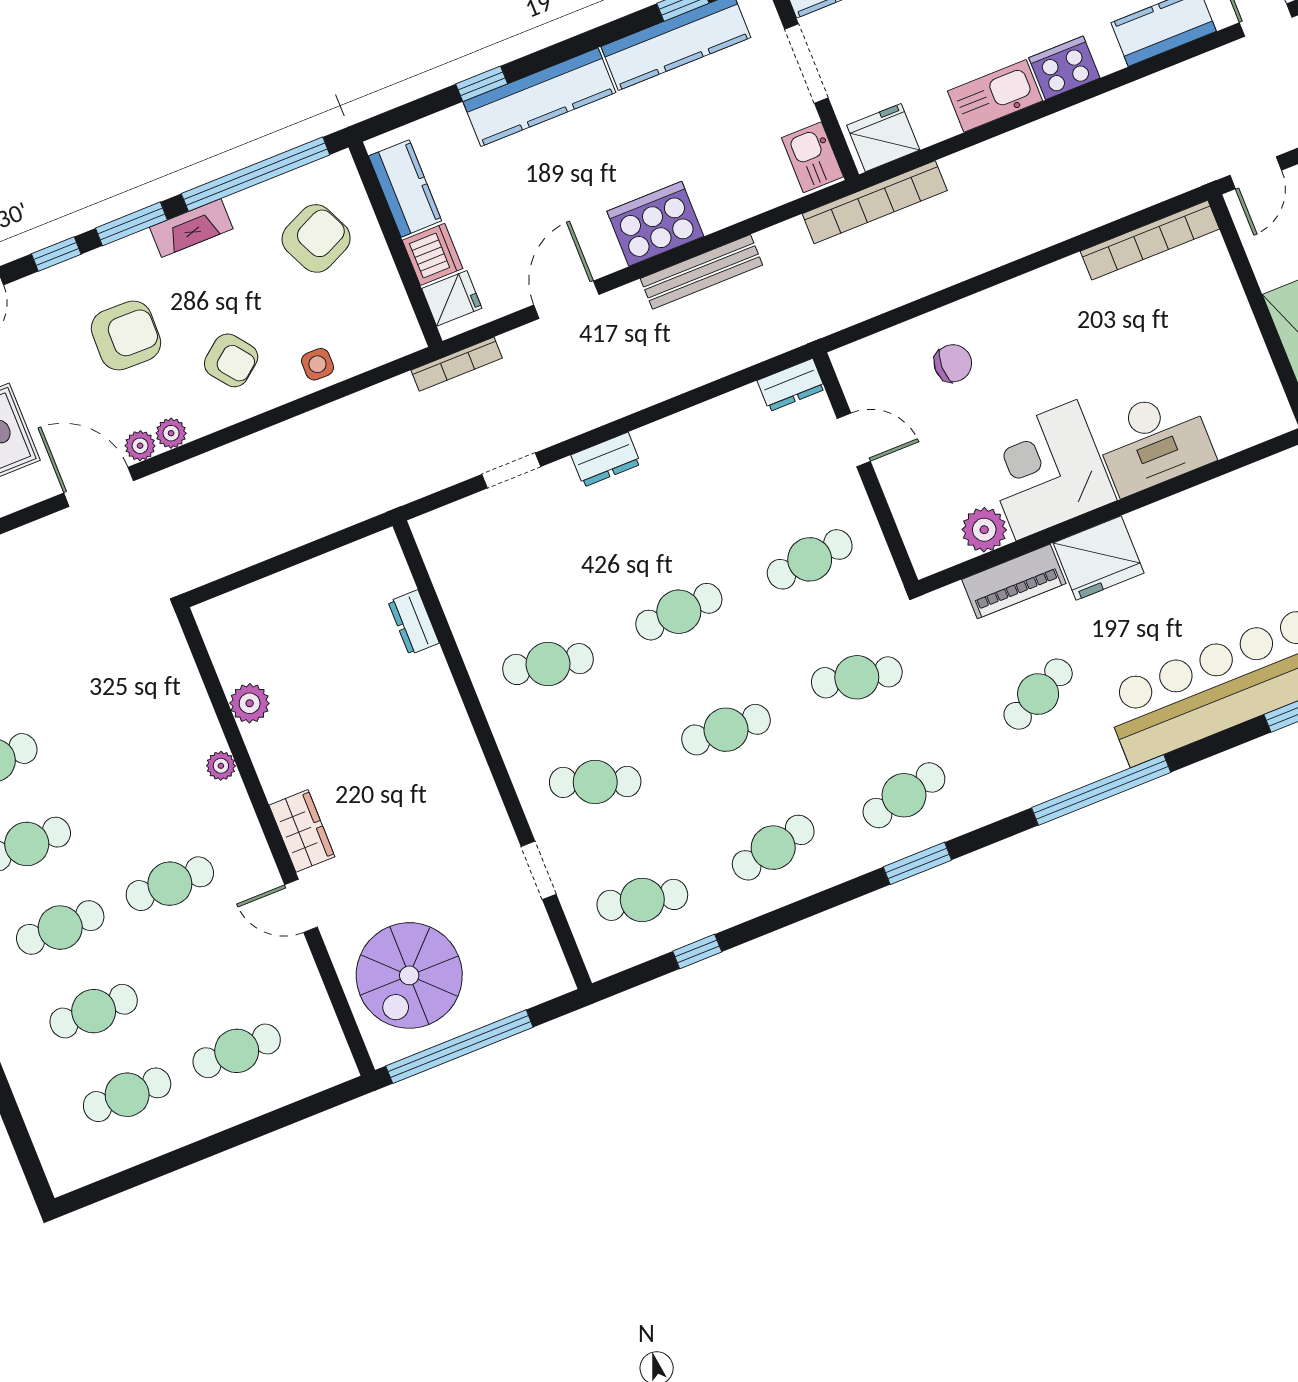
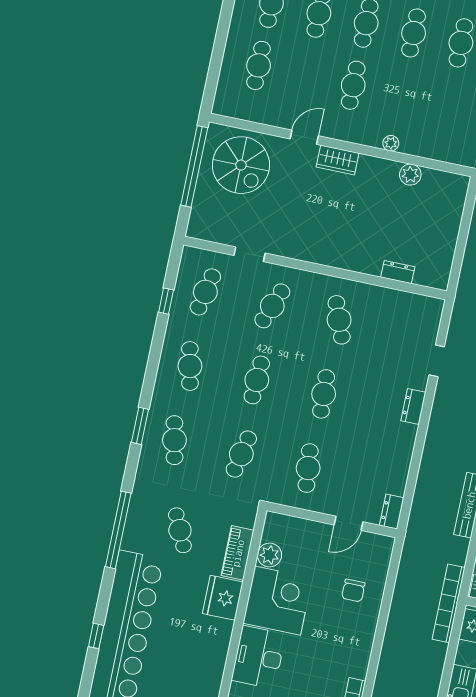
cafe table: (548, 664) -> (339, 320), turned -33
spiral stairs: (409, 975) -> (241, 165), turned 180

